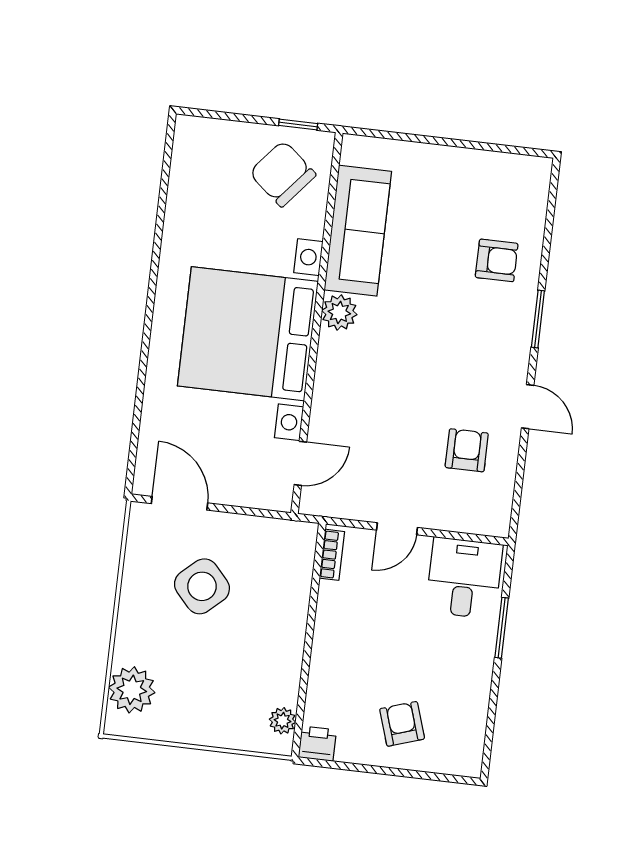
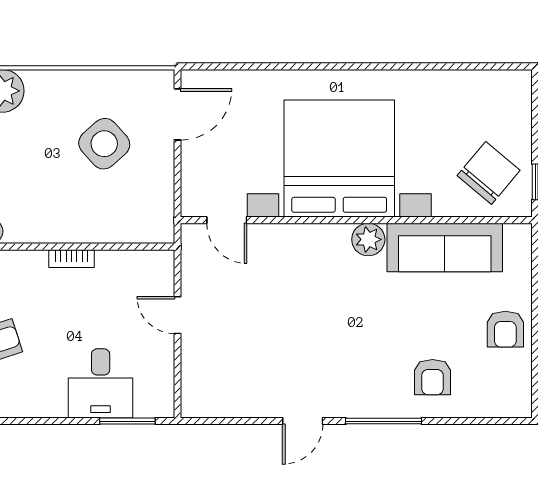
window: (538, 319) -> (384, 421), width x1.44
armchair: (467, 450) -> (505, 329), moved, turned 90
bookcase: (332, 555) -> (72, 259), moved
desk: (464, 578) -> (101, 383), moved, turned 90
window: (502, 628) -> (127, 421), moved

